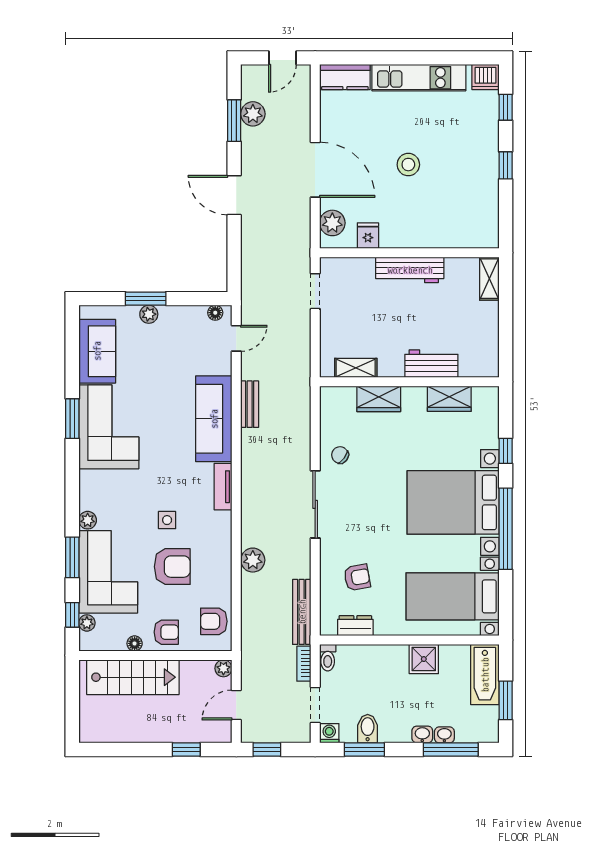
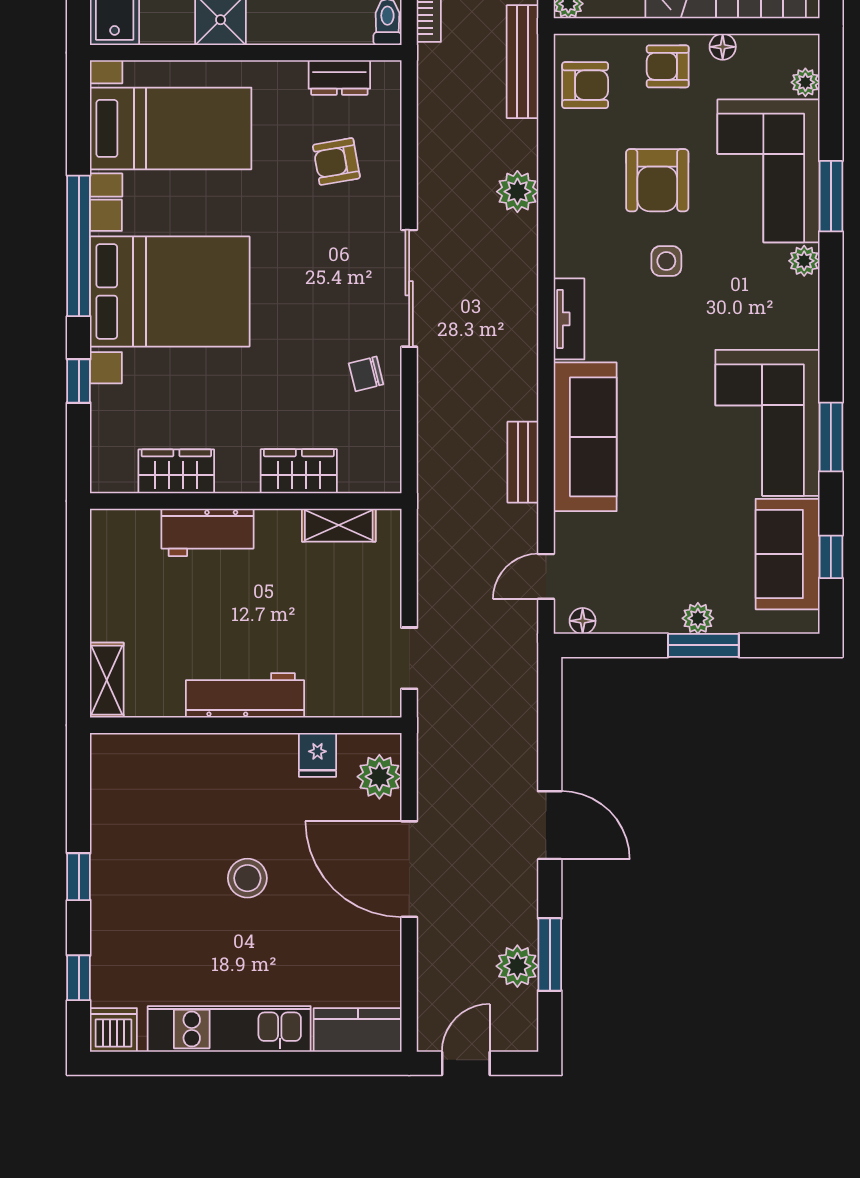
chair: (340, 455) -> (366, 374), turned 129
armchair: (172, 567) -> (657, 180), turned -90
bench: (302, 612) -> (523, 62), moved
window: (72, 615) -> (831, 557), moved

